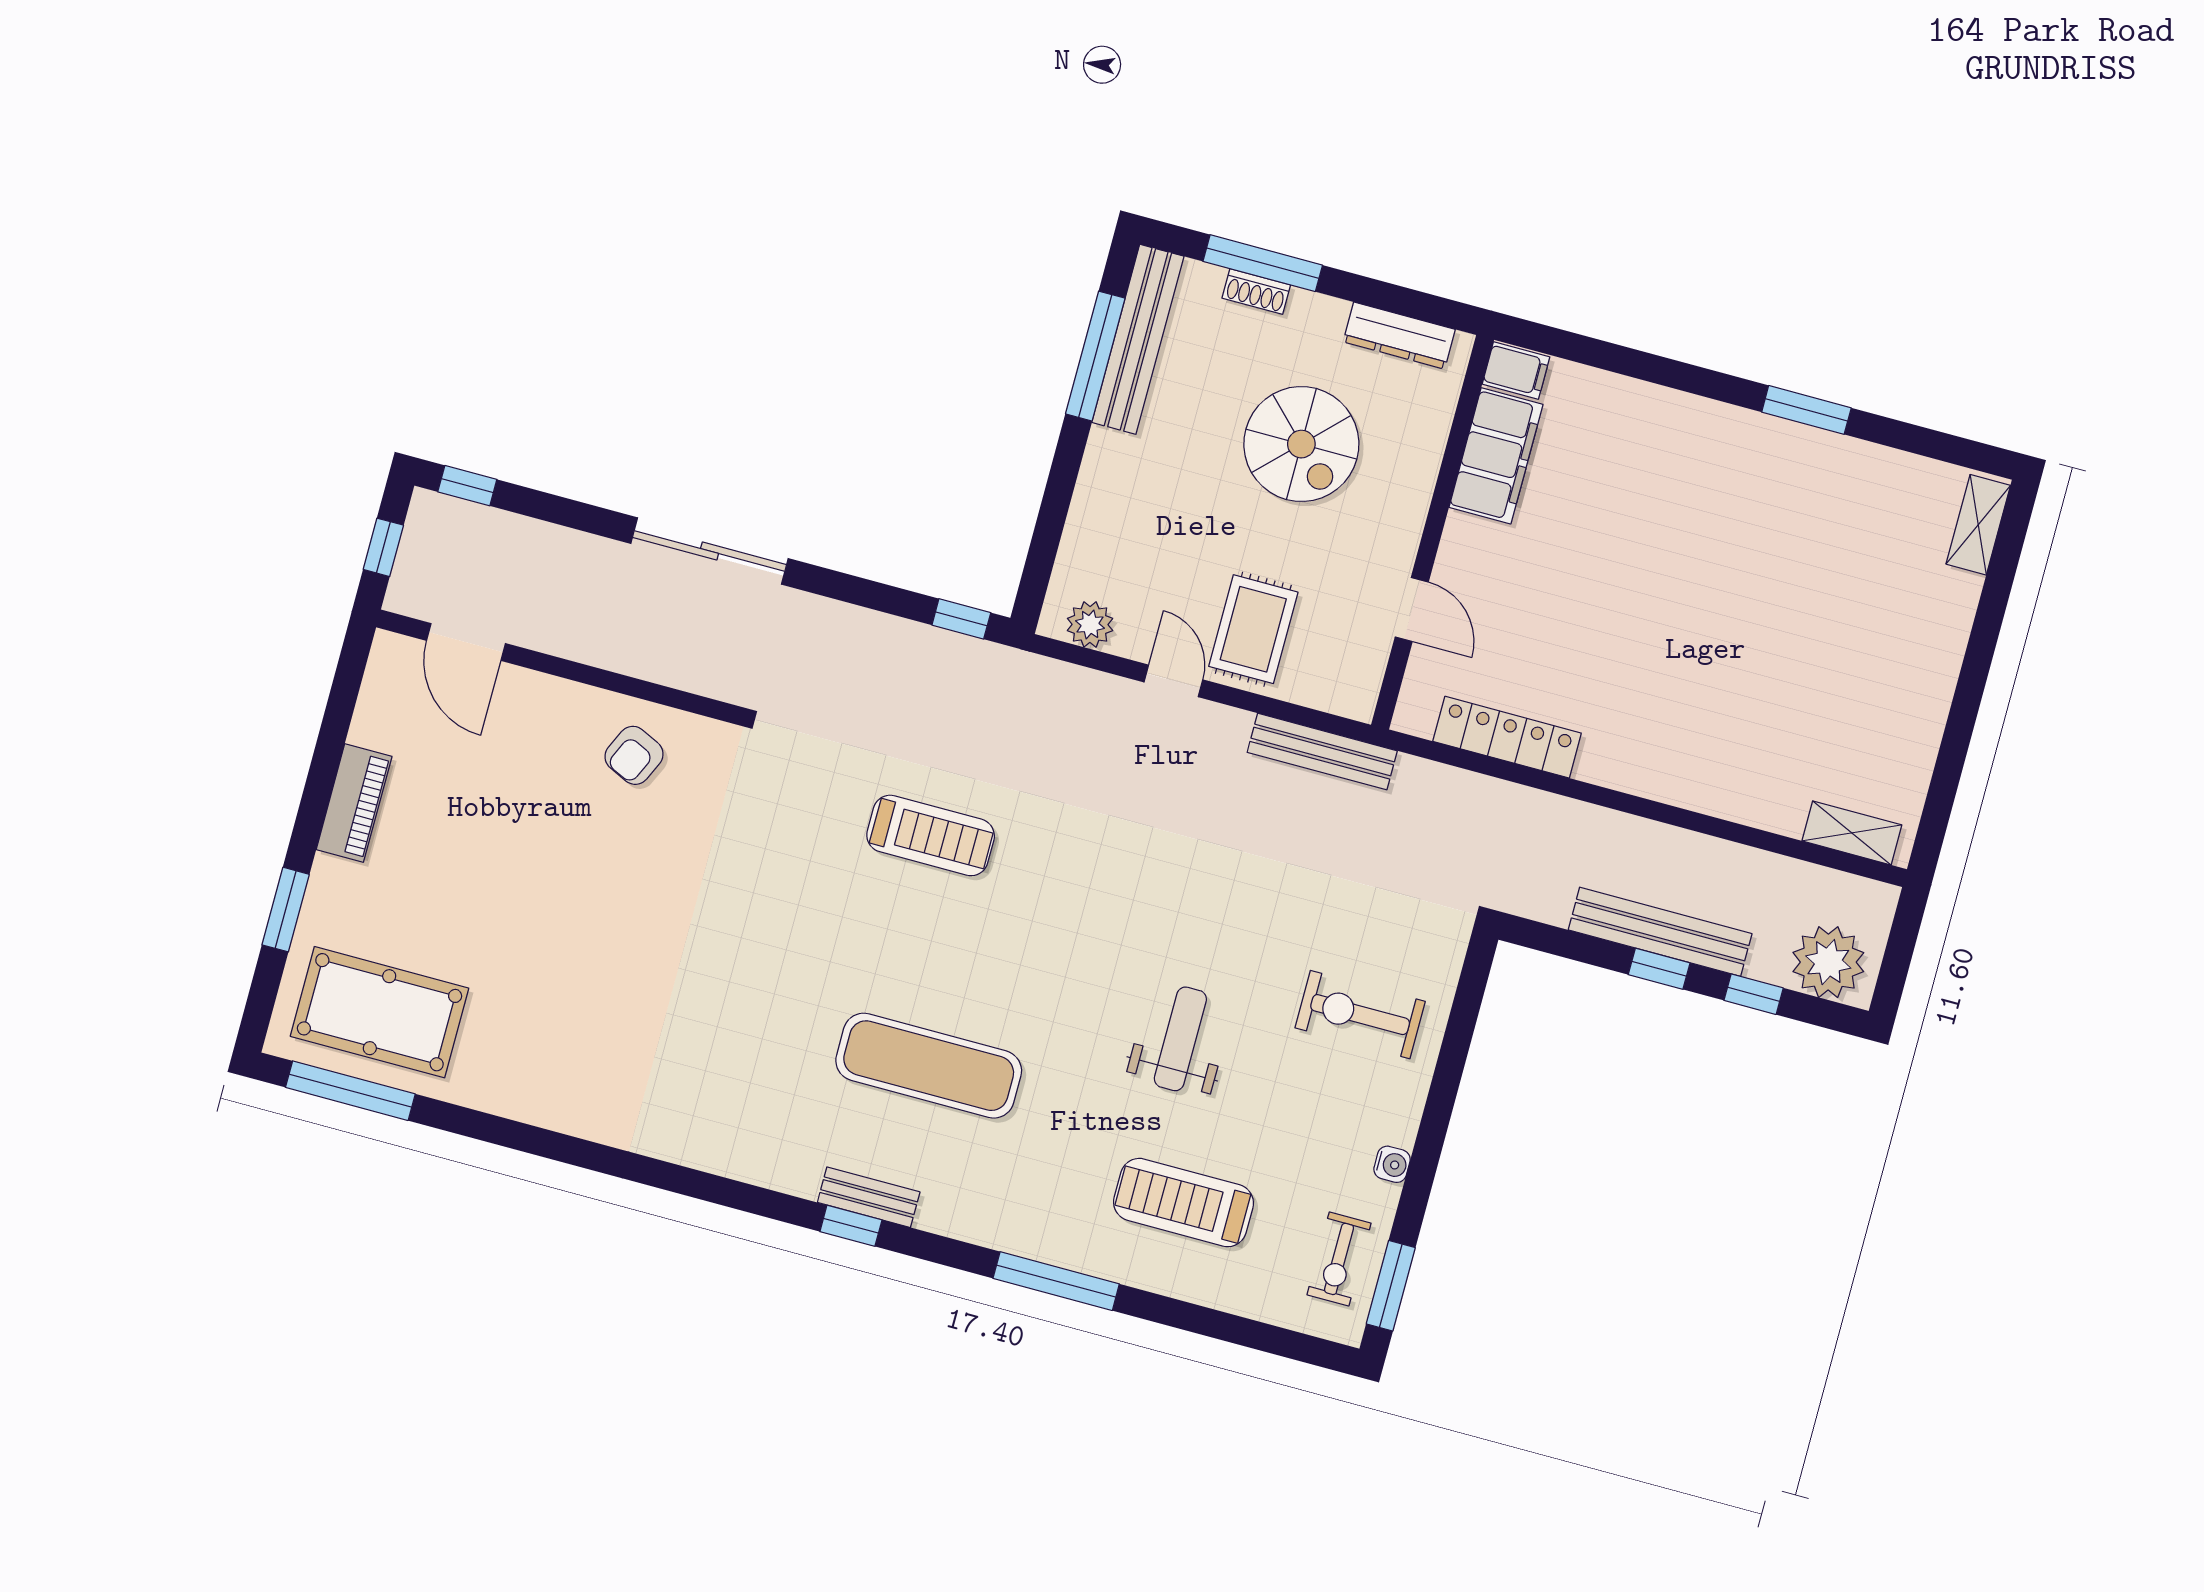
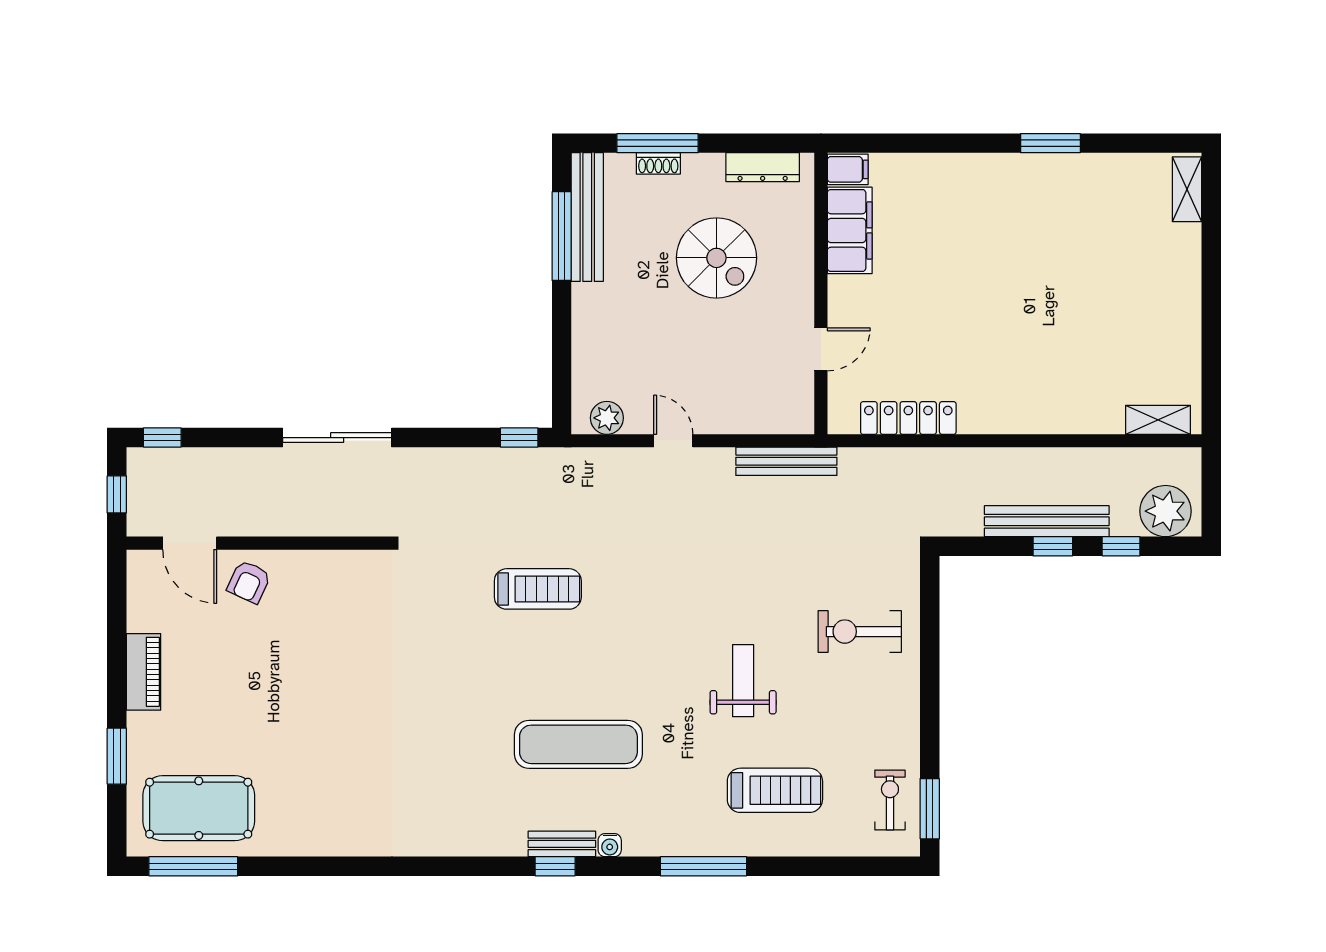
door: (1412, 610) -> (821, 349), hinge flipped
rug: (1253, 629) -> (718, 391), removed
armchair: (634, 755) -> (249, 582), moved
water cooler: (1392, 1164) -> (610, 845), moved, turned 90
treadmill: (1183, 1203) -> (775, 790), turned 180
exercise bike: (1339, 1259) -> (890, 800), turned 180

